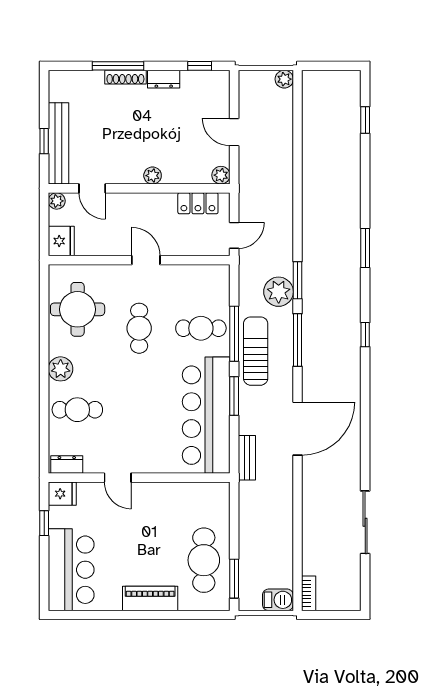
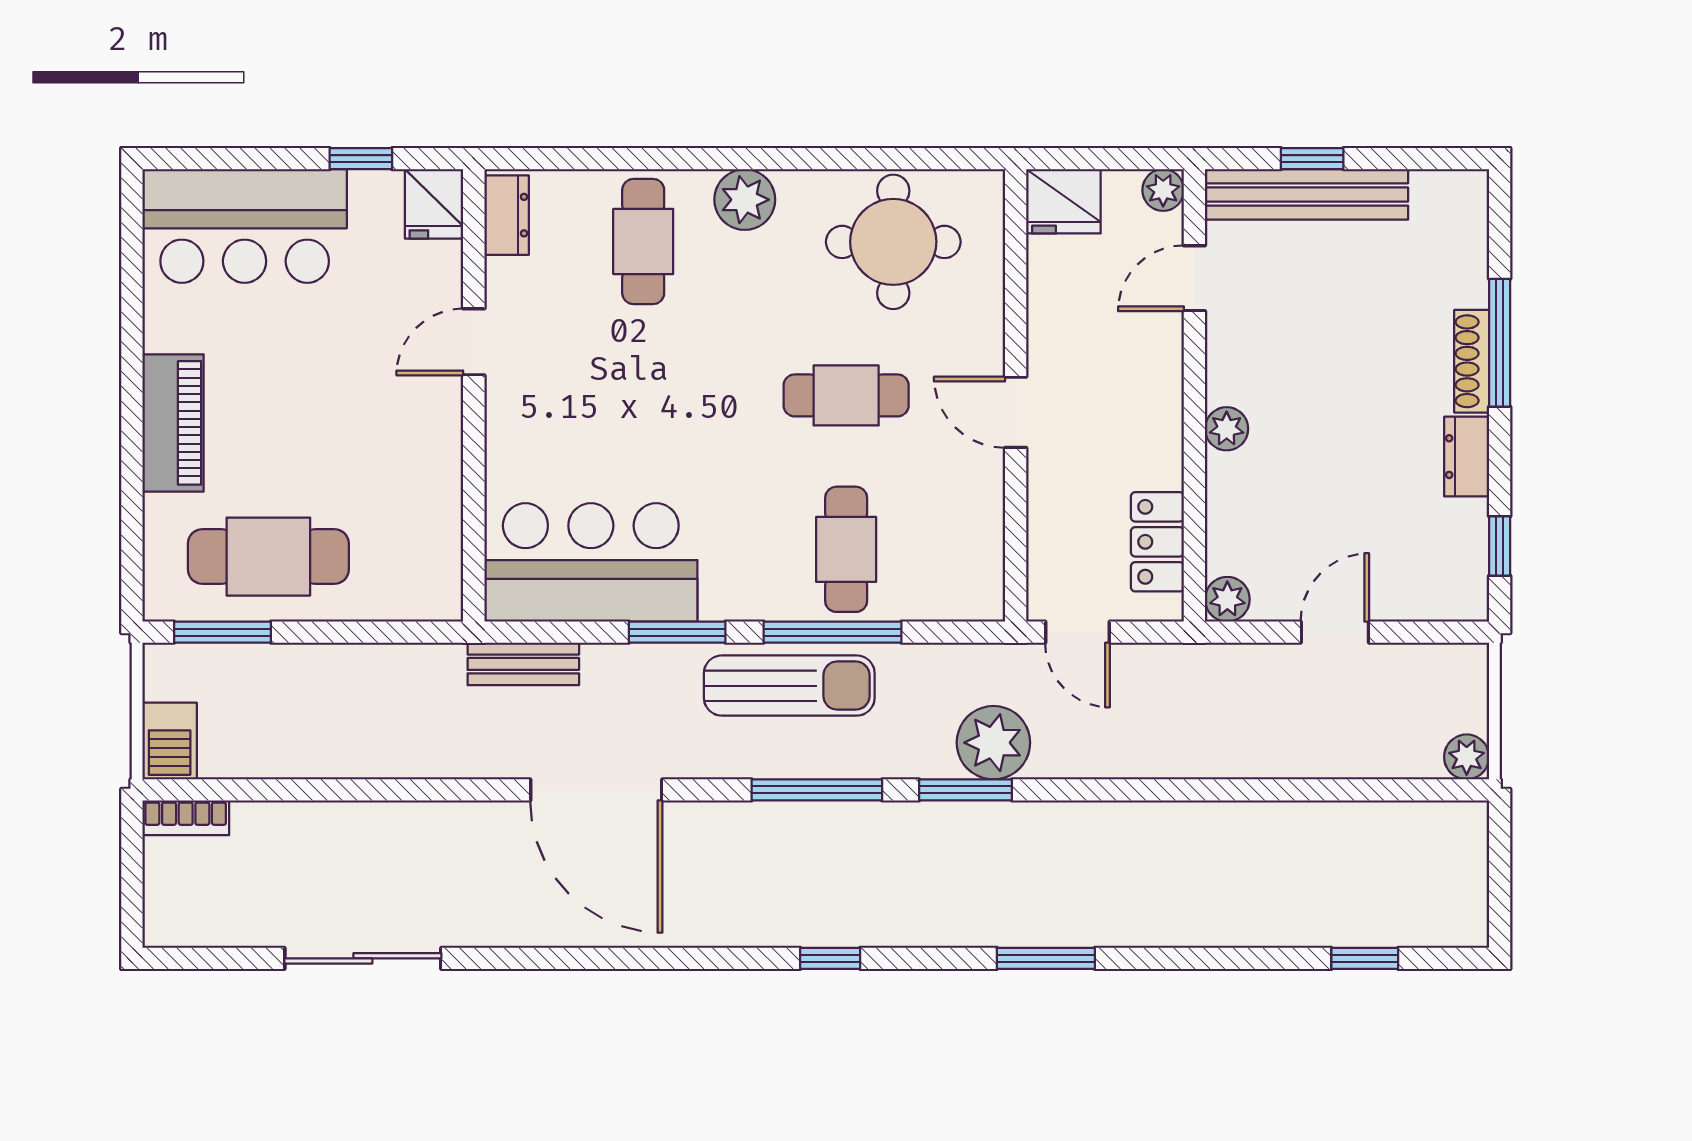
door: (146, 260) -> (1016, 412), swing flipped
plant: (279, 292) -> (993, 743), moved
bar counter: (206, 415) -> (591, 562), width x0.73

